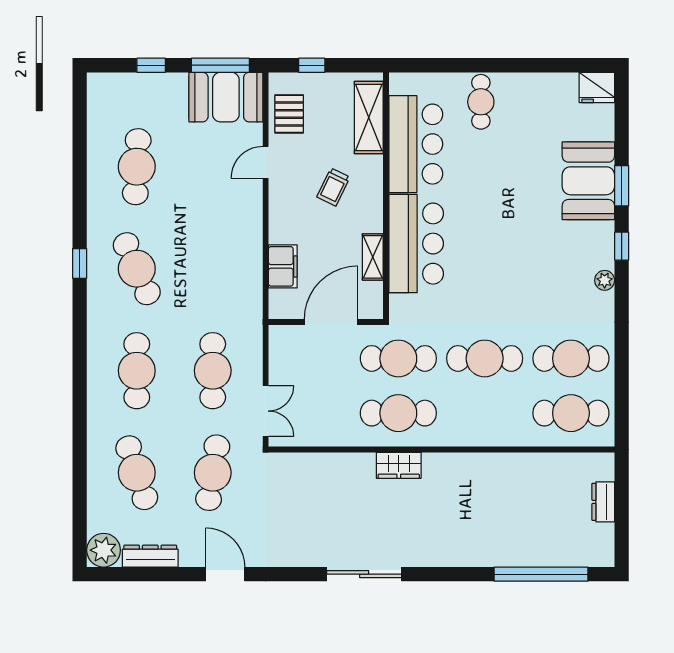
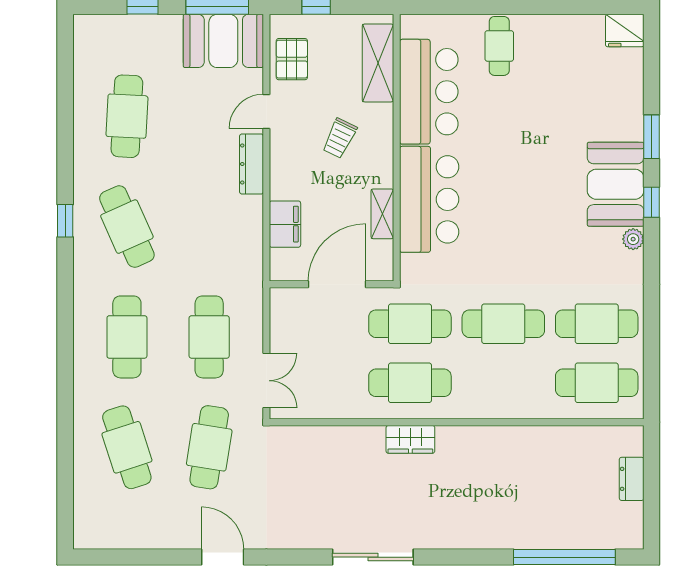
booth: (588, 181) -> (616, 184), moved
plant: (104, 550) -> (91, 531), removed
dresser: (150, 556) -> (251, 164), moved, turned -90

